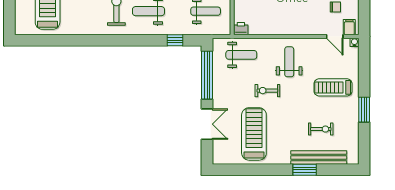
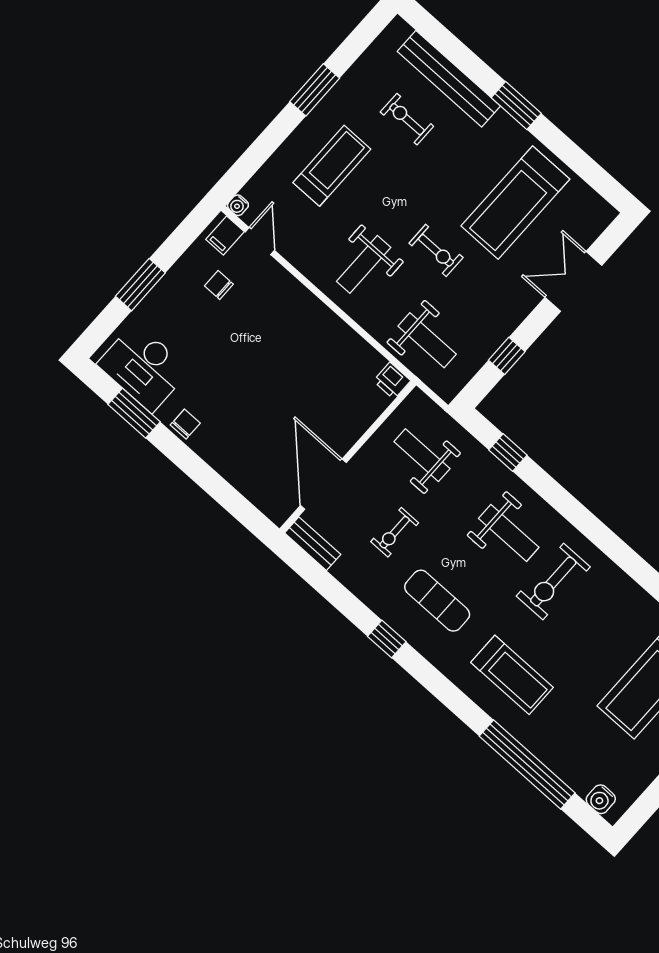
weight bench: (241, 55) -> (427, 340), turned 180
window: (207, 75) -> (507, 356), width x0.32
treadmill: (333, 87) -> (332, 166), turned -90
window: (305, 170) -> (516, 105), moved

